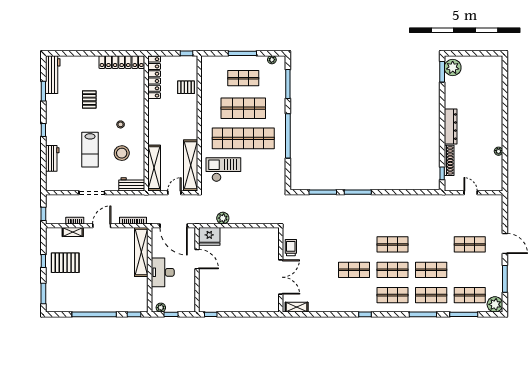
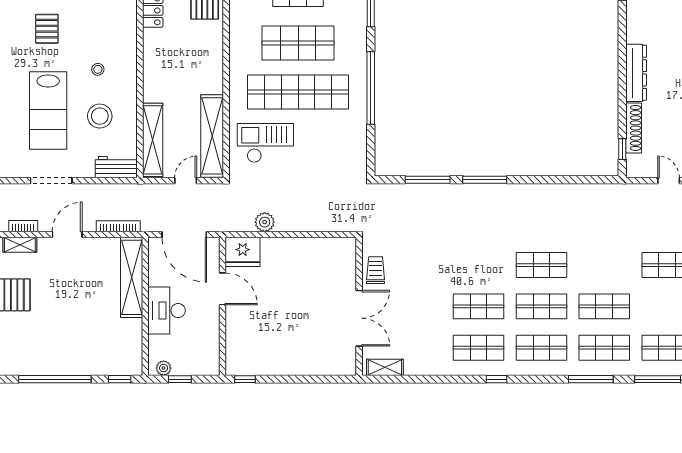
lab bench: (90, 150) -> (48, 111), width x1.36, depth x1.39
shop shelf: (354, 295) -> (479, 348), added

